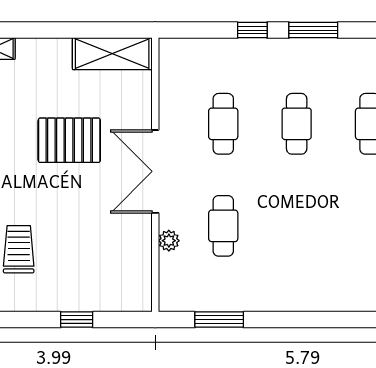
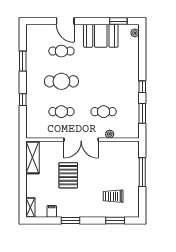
window: (313, 30) -> (23, 61), moved
cafe table: (297, 124) -> (61, 81), width x1.37, depth x1.35
window: (77, 320) -> (142, 172), width x2.17
window: (284, 320) -> (142, 87), added

